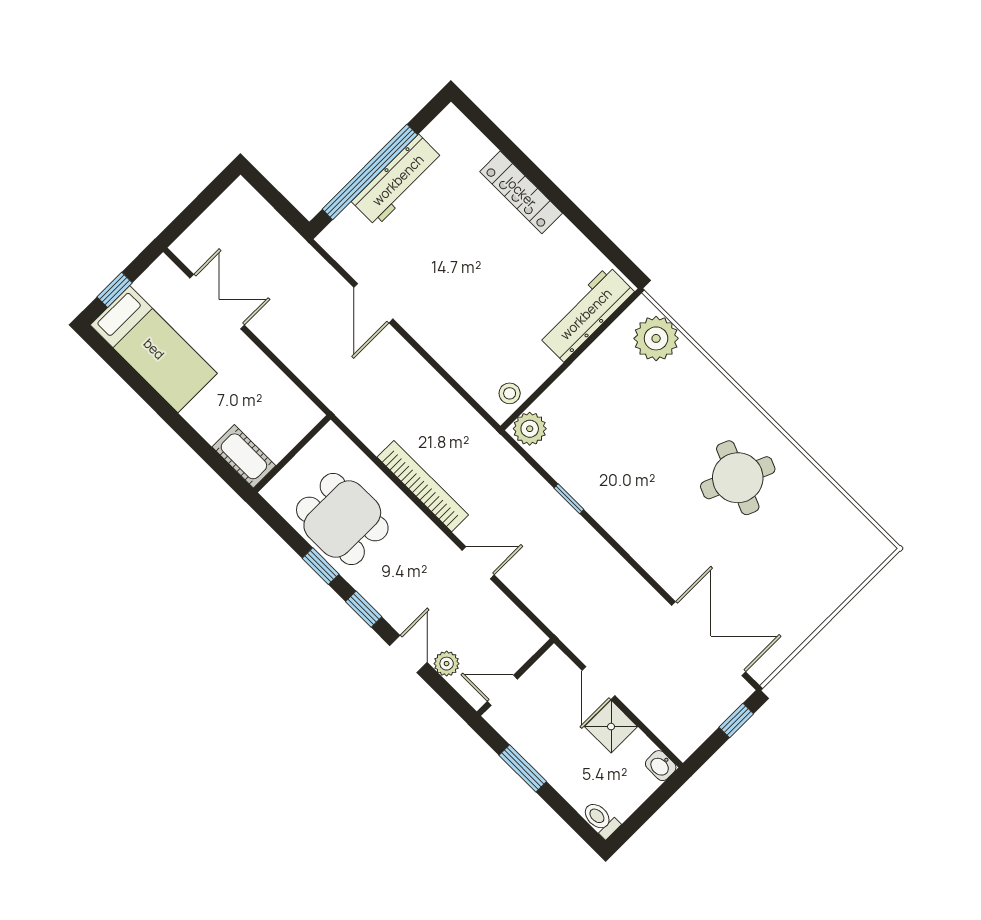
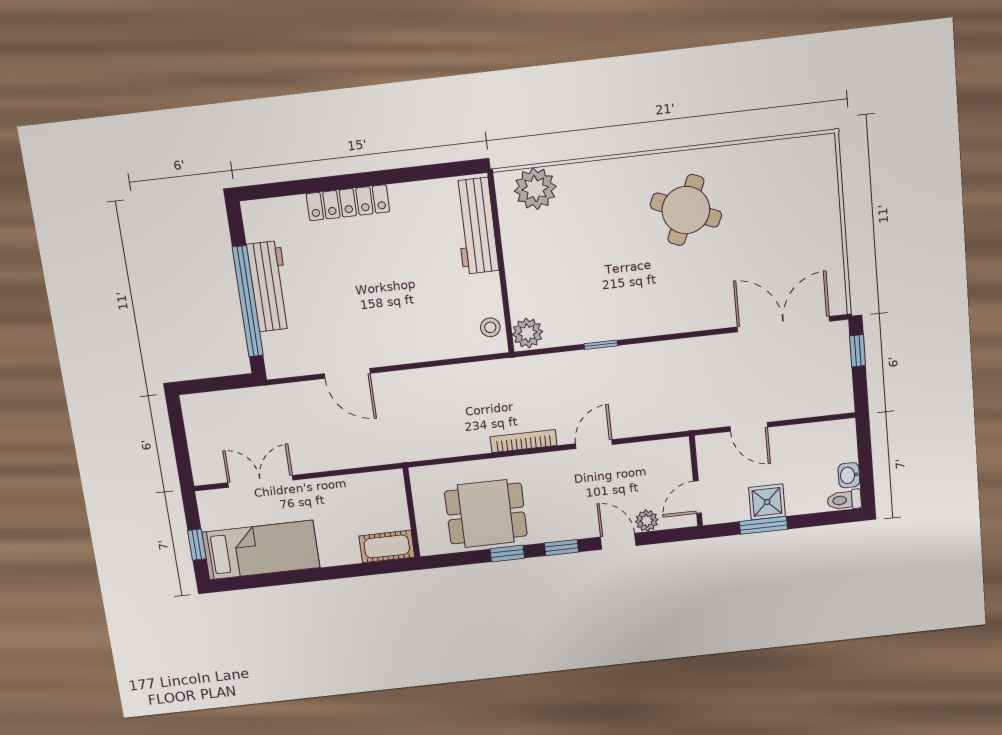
bookcase: (423, 486) -> (524, 441), width x0.68, depth x0.76
shower: (611, 727) -> (767, 502), moved
washbasin: (661, 766) -> (849, 475), moved, turned 90

